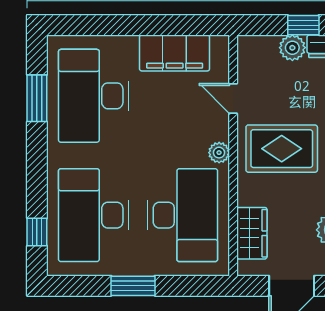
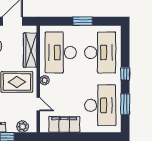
plant: (292, 48) -> (23, 127), moved
window: (37, 232) -> (125, 74), moved
wardrobe: (252, 233) -> (30, 50), width x1.50

